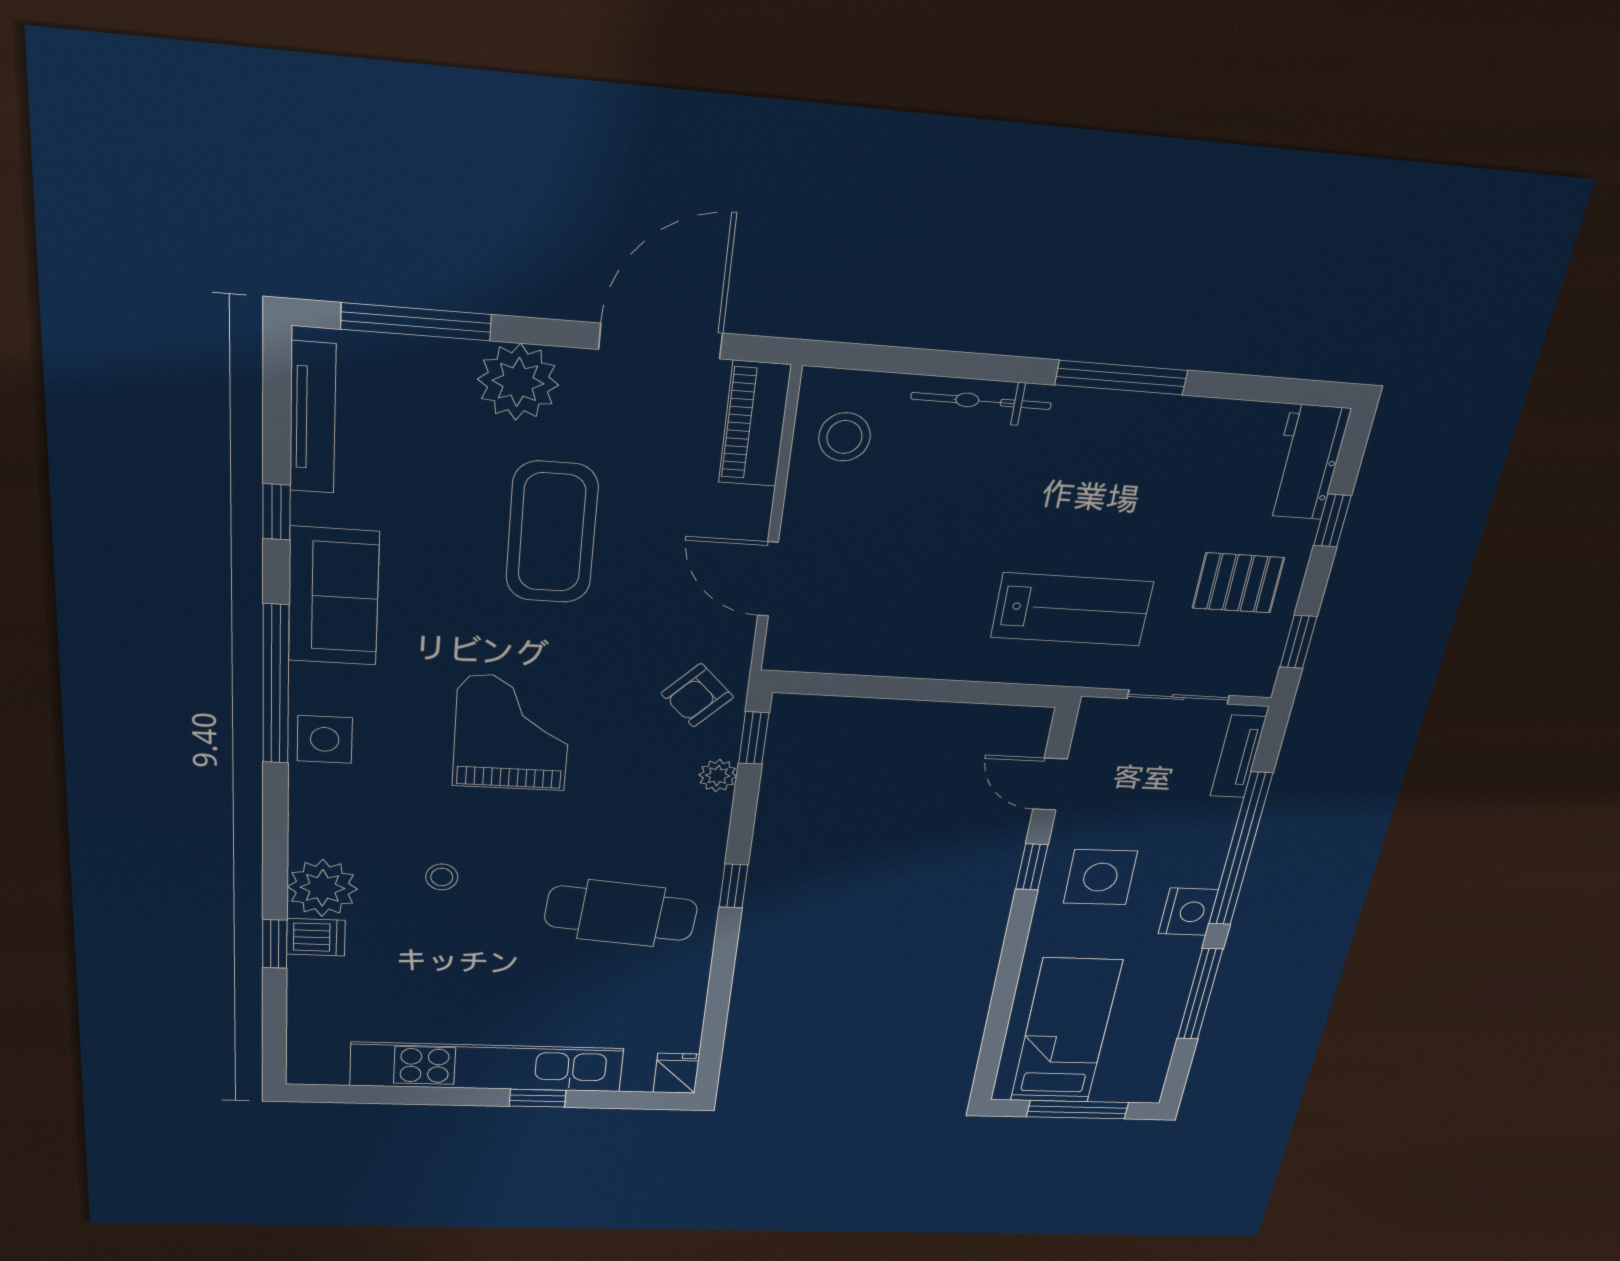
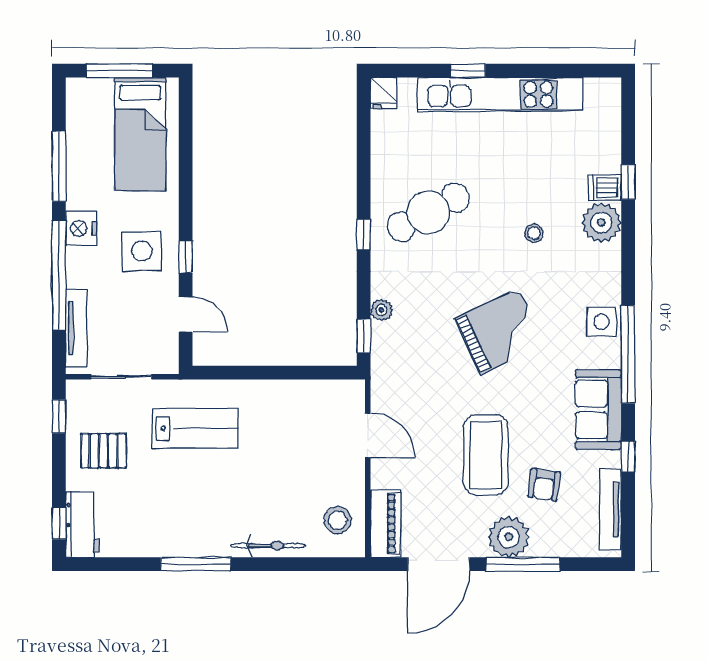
window: (416, 322) -> (523, 564), moved
window: (1332, 521) -> (59, 524), moved
lab bench: (1072, 610) -> (195, 428), turned 180
armchair: (697, 695) -> (544, 485), moved, turned 143
grand piano: (512, 733) -> (500, 331), turned -115
tv unit: (1238, 757) -> (76, 328), width x1.41
cafe table: (621, 913) -> (428, 212), turned -33

